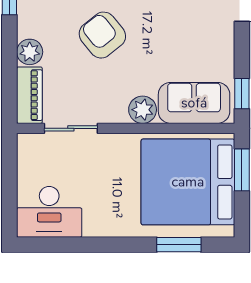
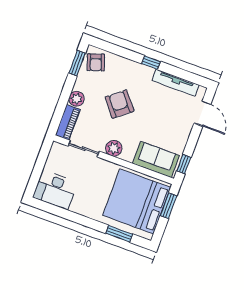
plant: (143, 110) -> (114, 148), moved

